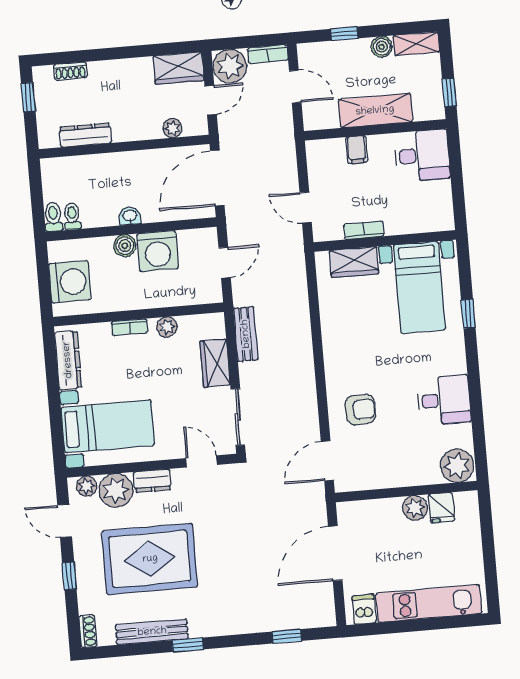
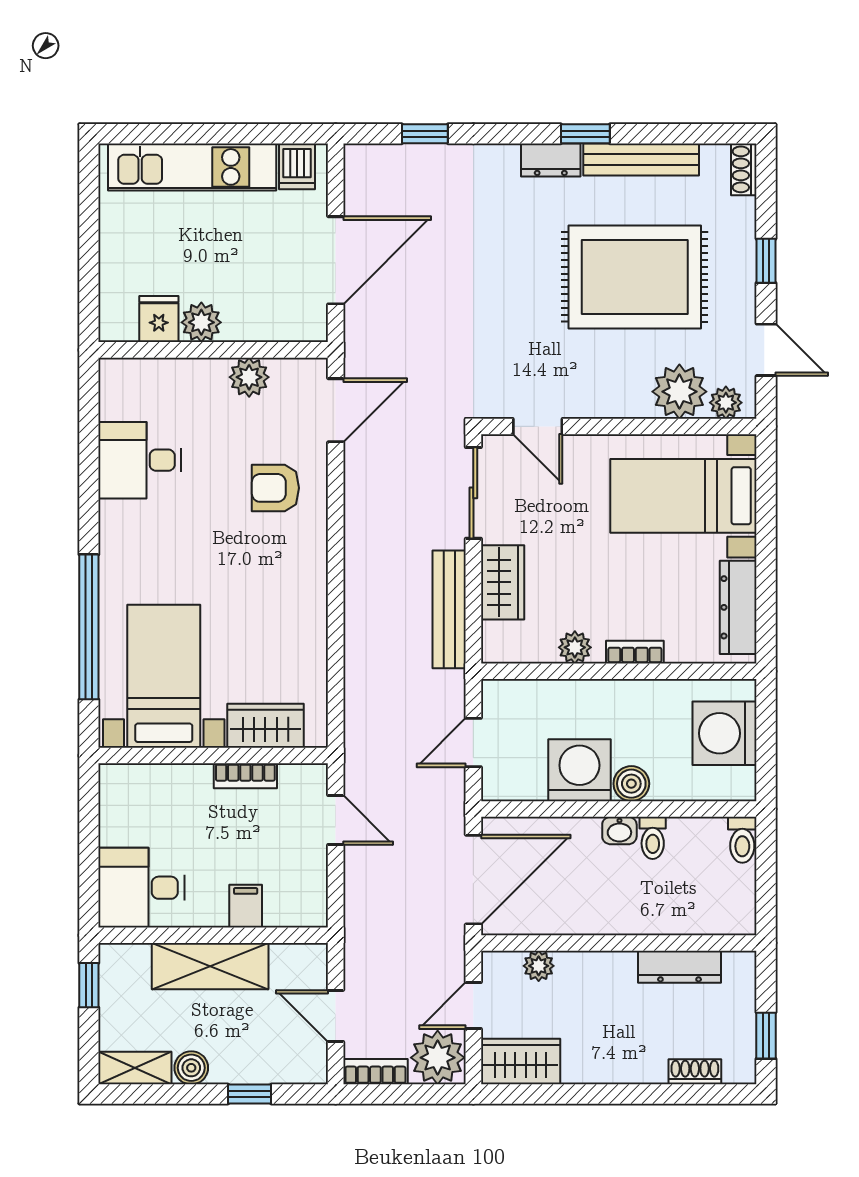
toilet: (72, 216) -> (653, 838), moved
window: (468, 314) -> (89, 627), width x3.17
bench: (246, 334) -> (449, 609), width x1.36
desk: (444, 400) -> (140, 460), moved
plant: (457, 466) -> (249, 377), moved, width x0.73, depth x0.73
dresser: (152, 481) -> (551, 160), moved, turned 180

